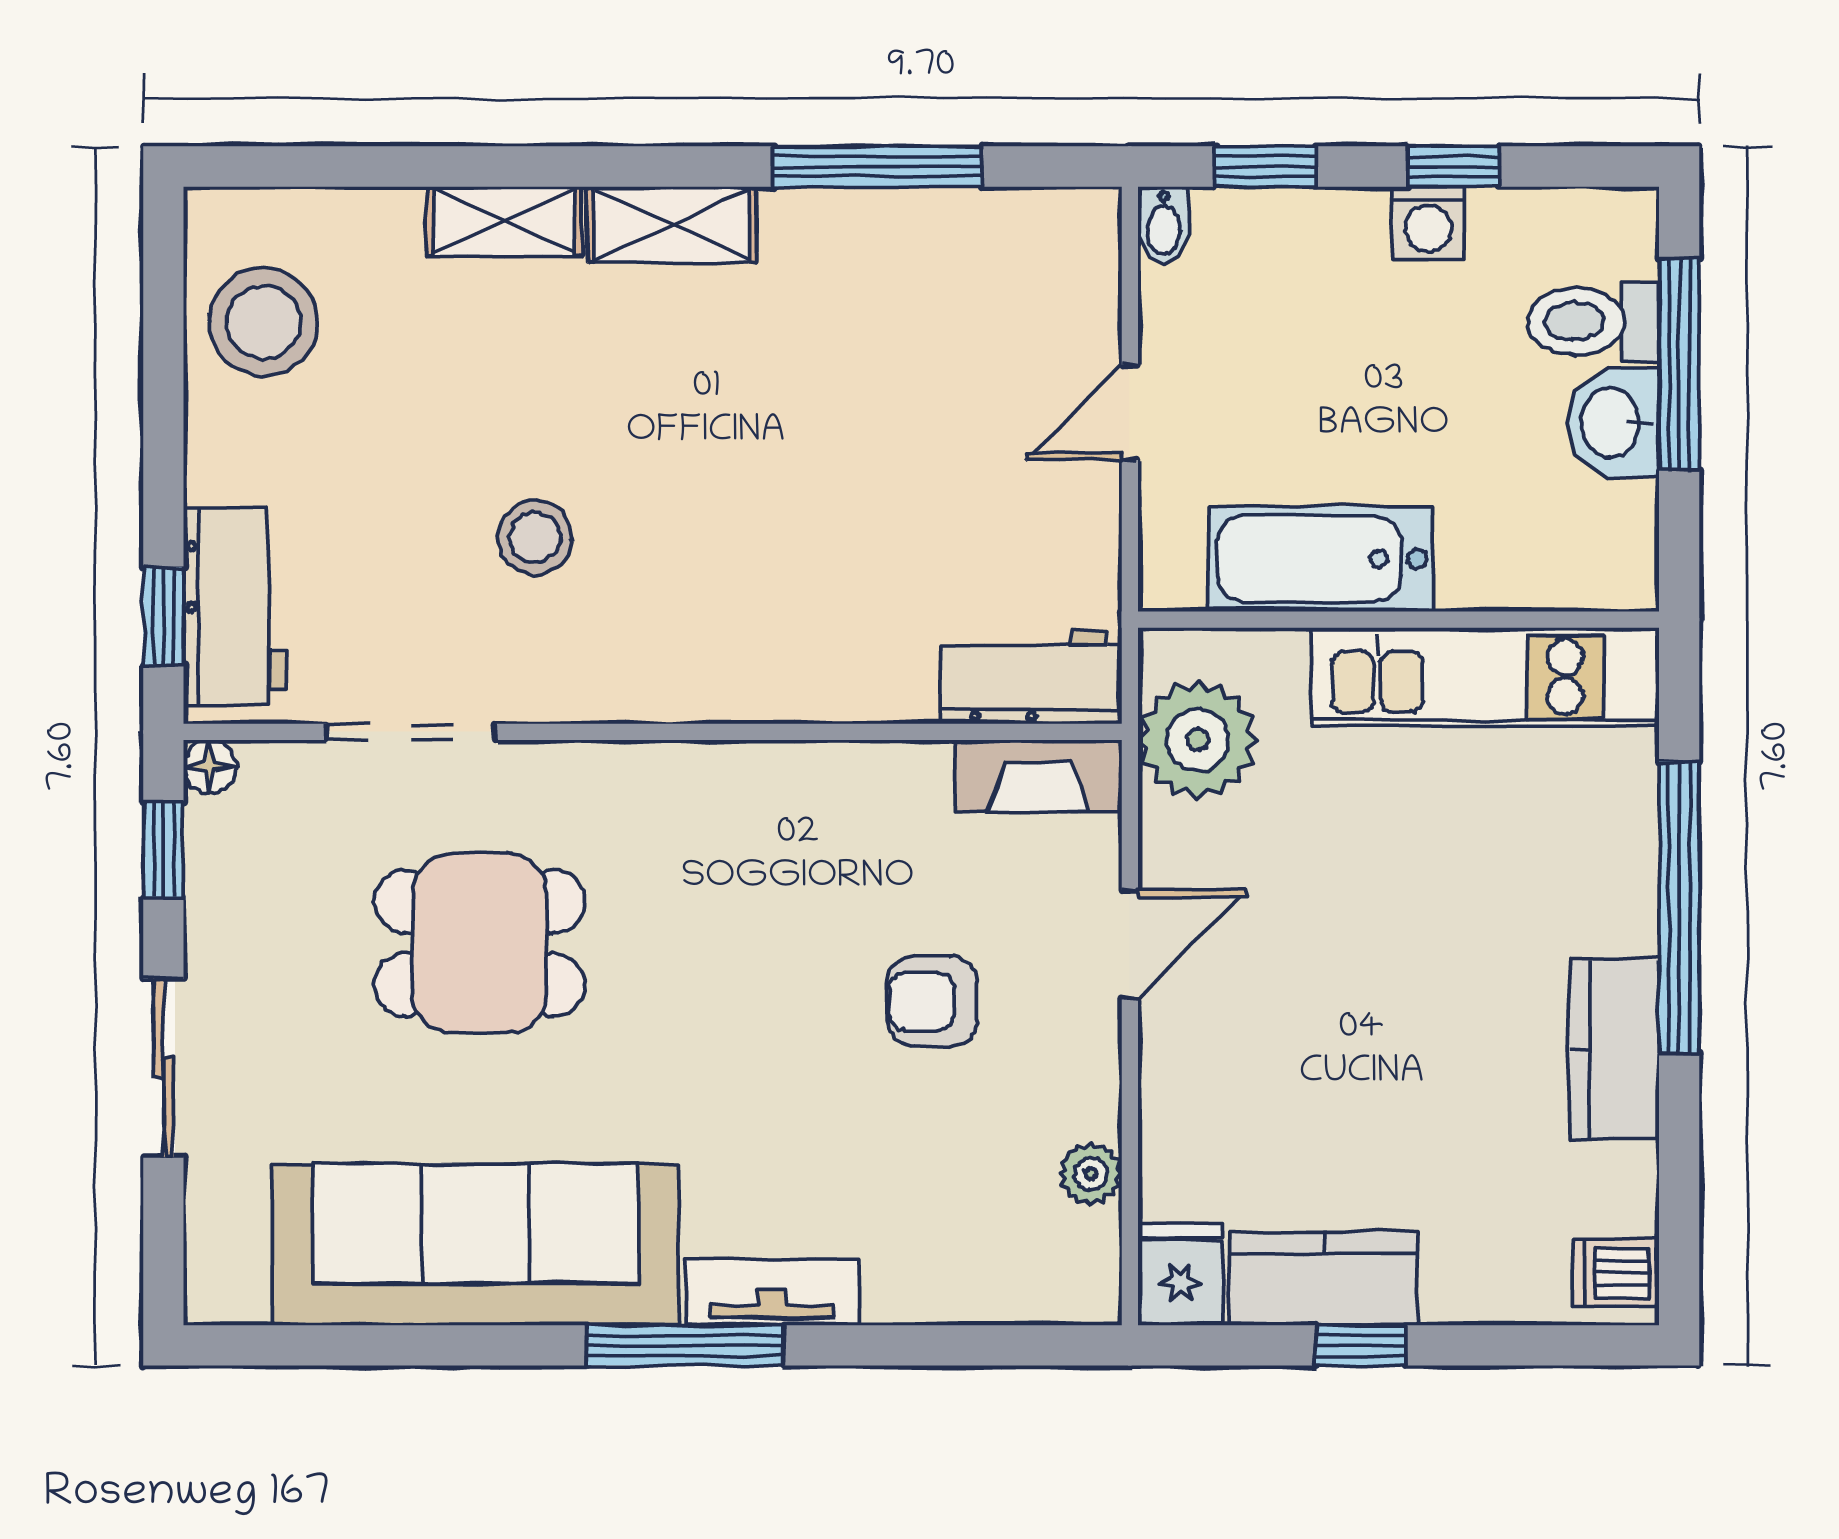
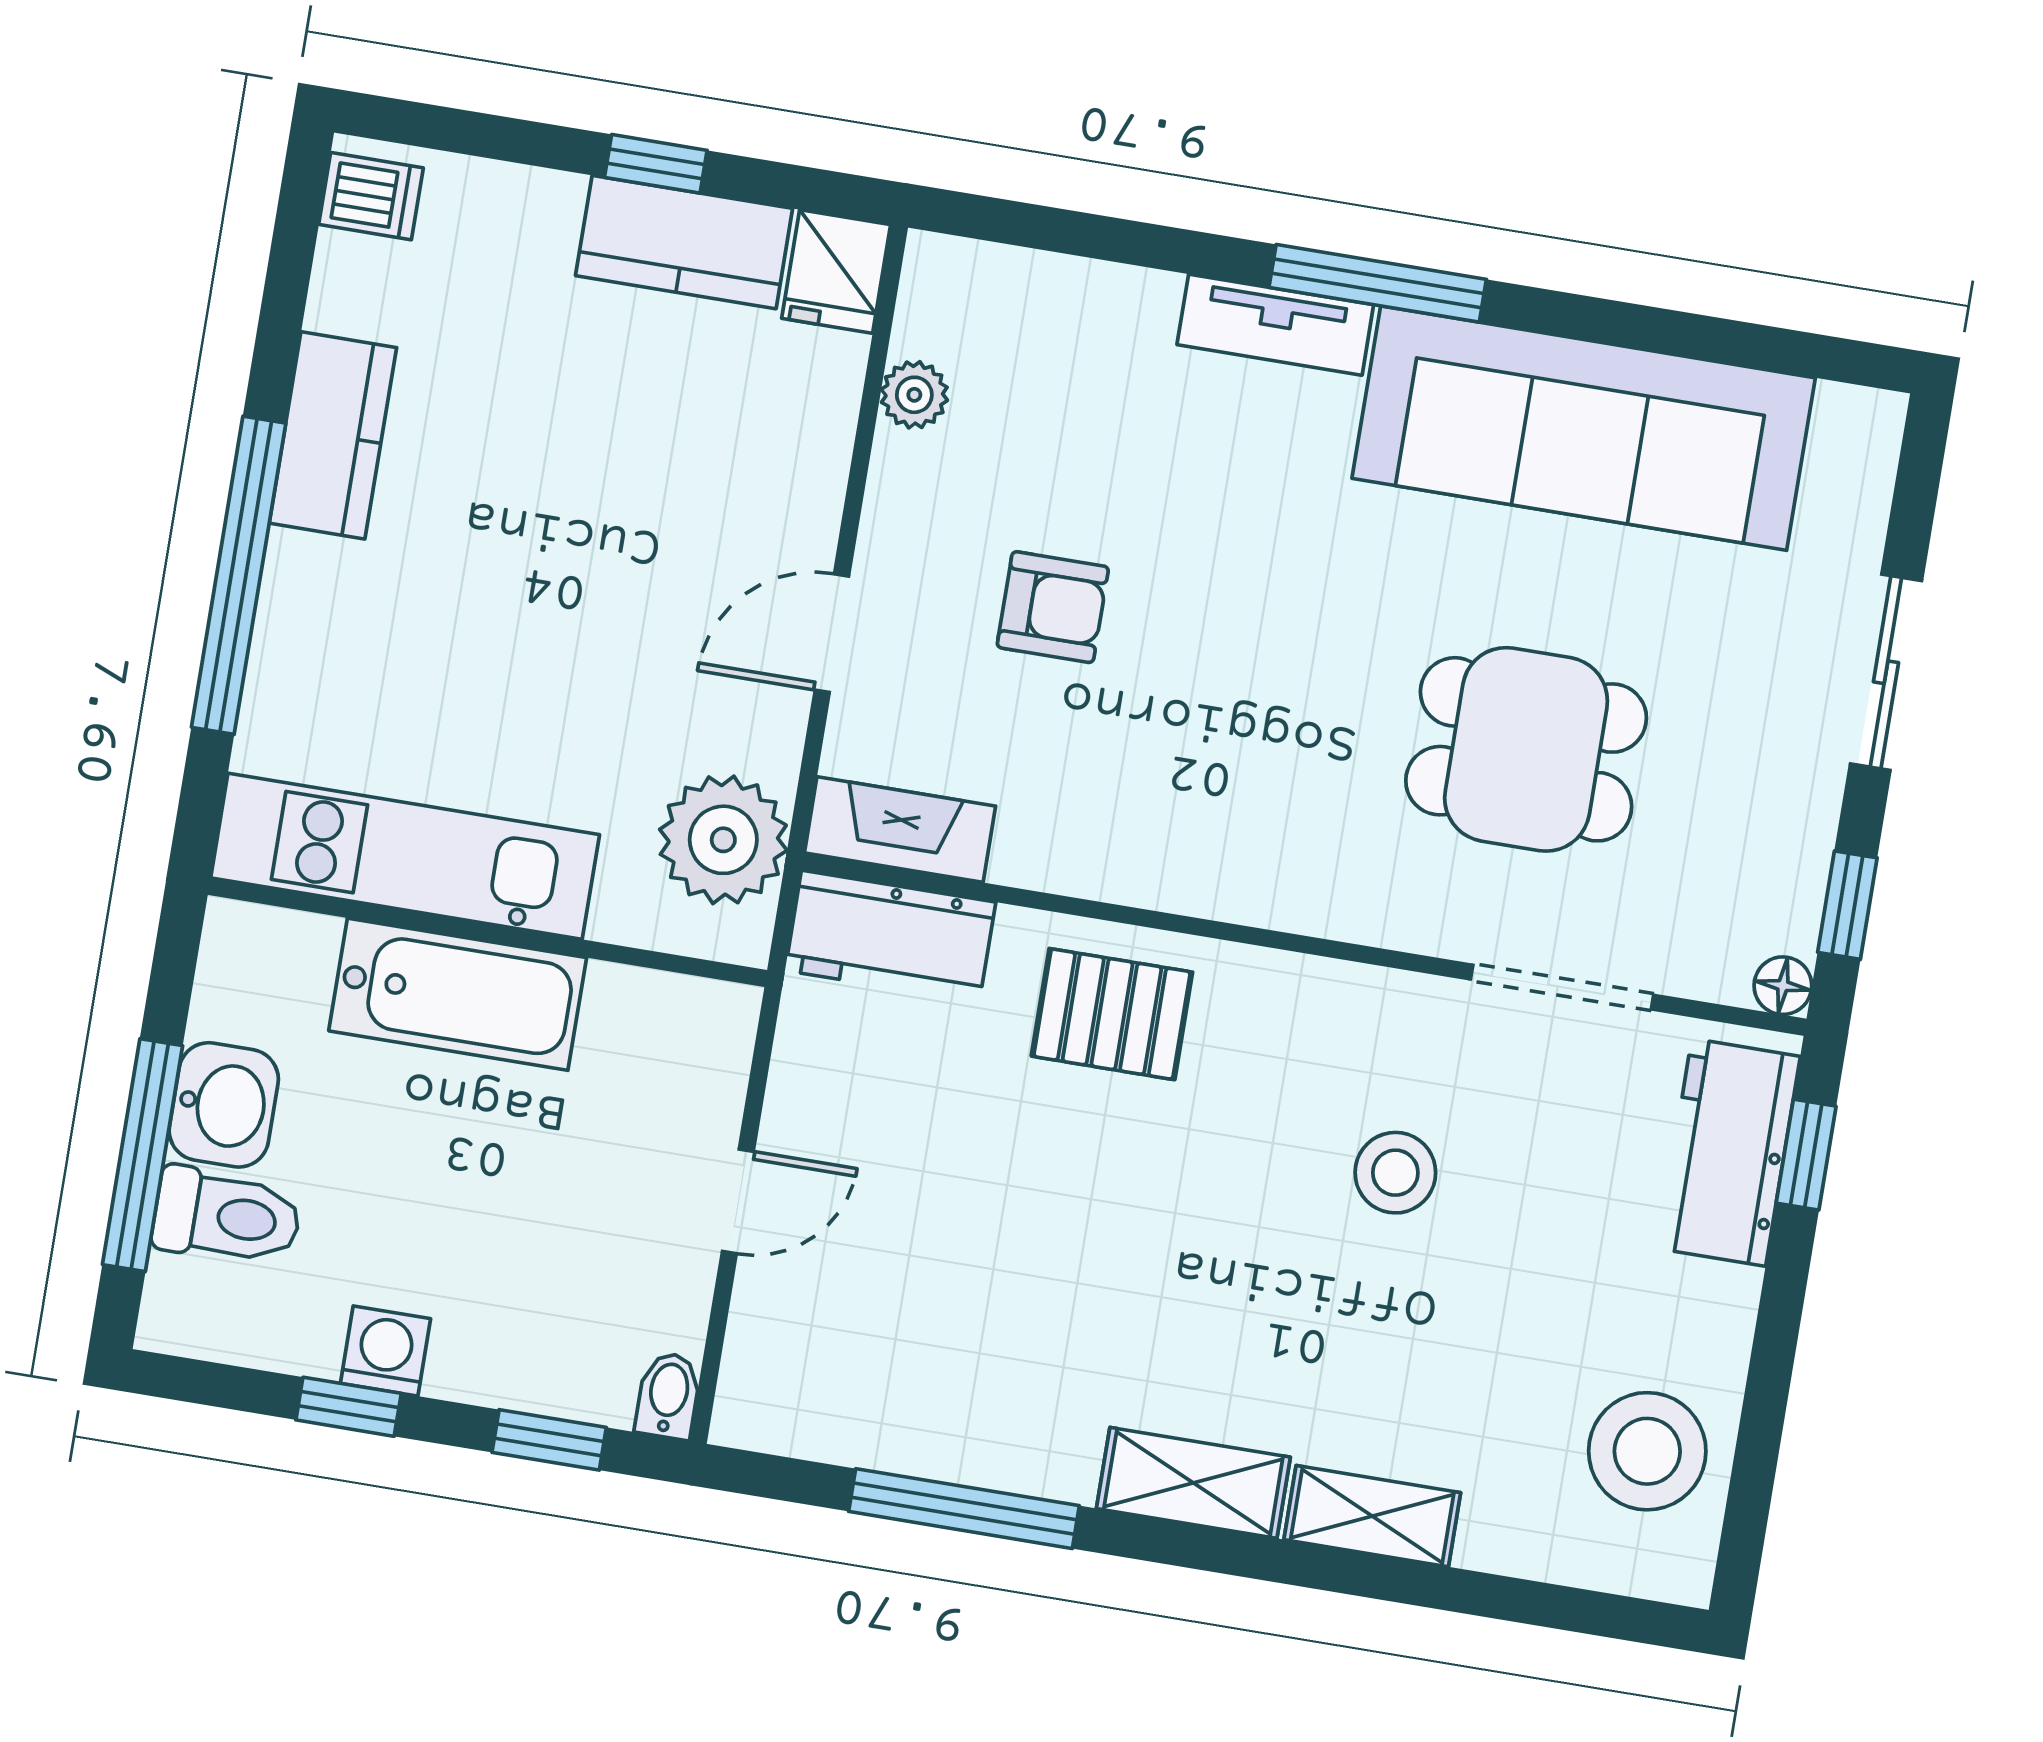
bathtub: (1321, 559) -> (458, 994), moved
pallet: (817, 639) -> (1112, 1014), added

